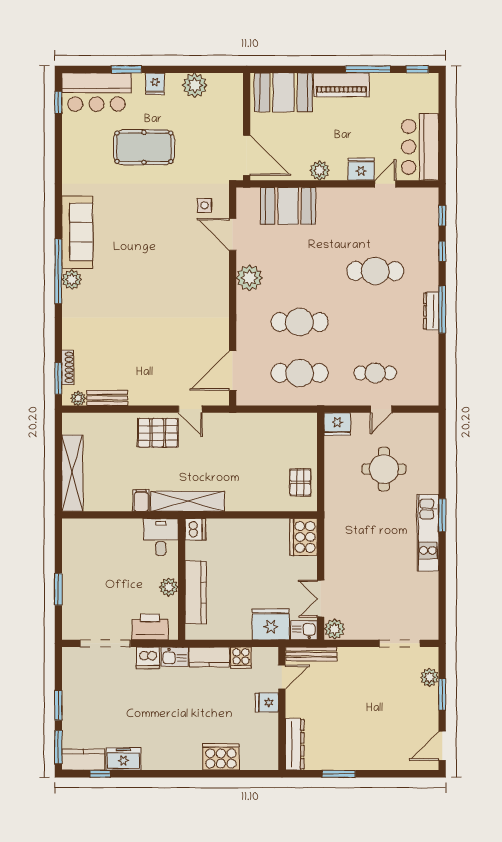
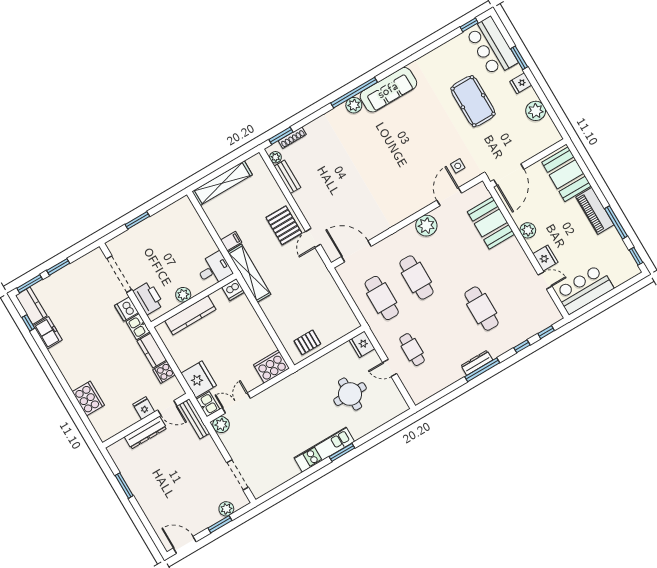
dresser: (295, 744) -> (146, 433), moved

